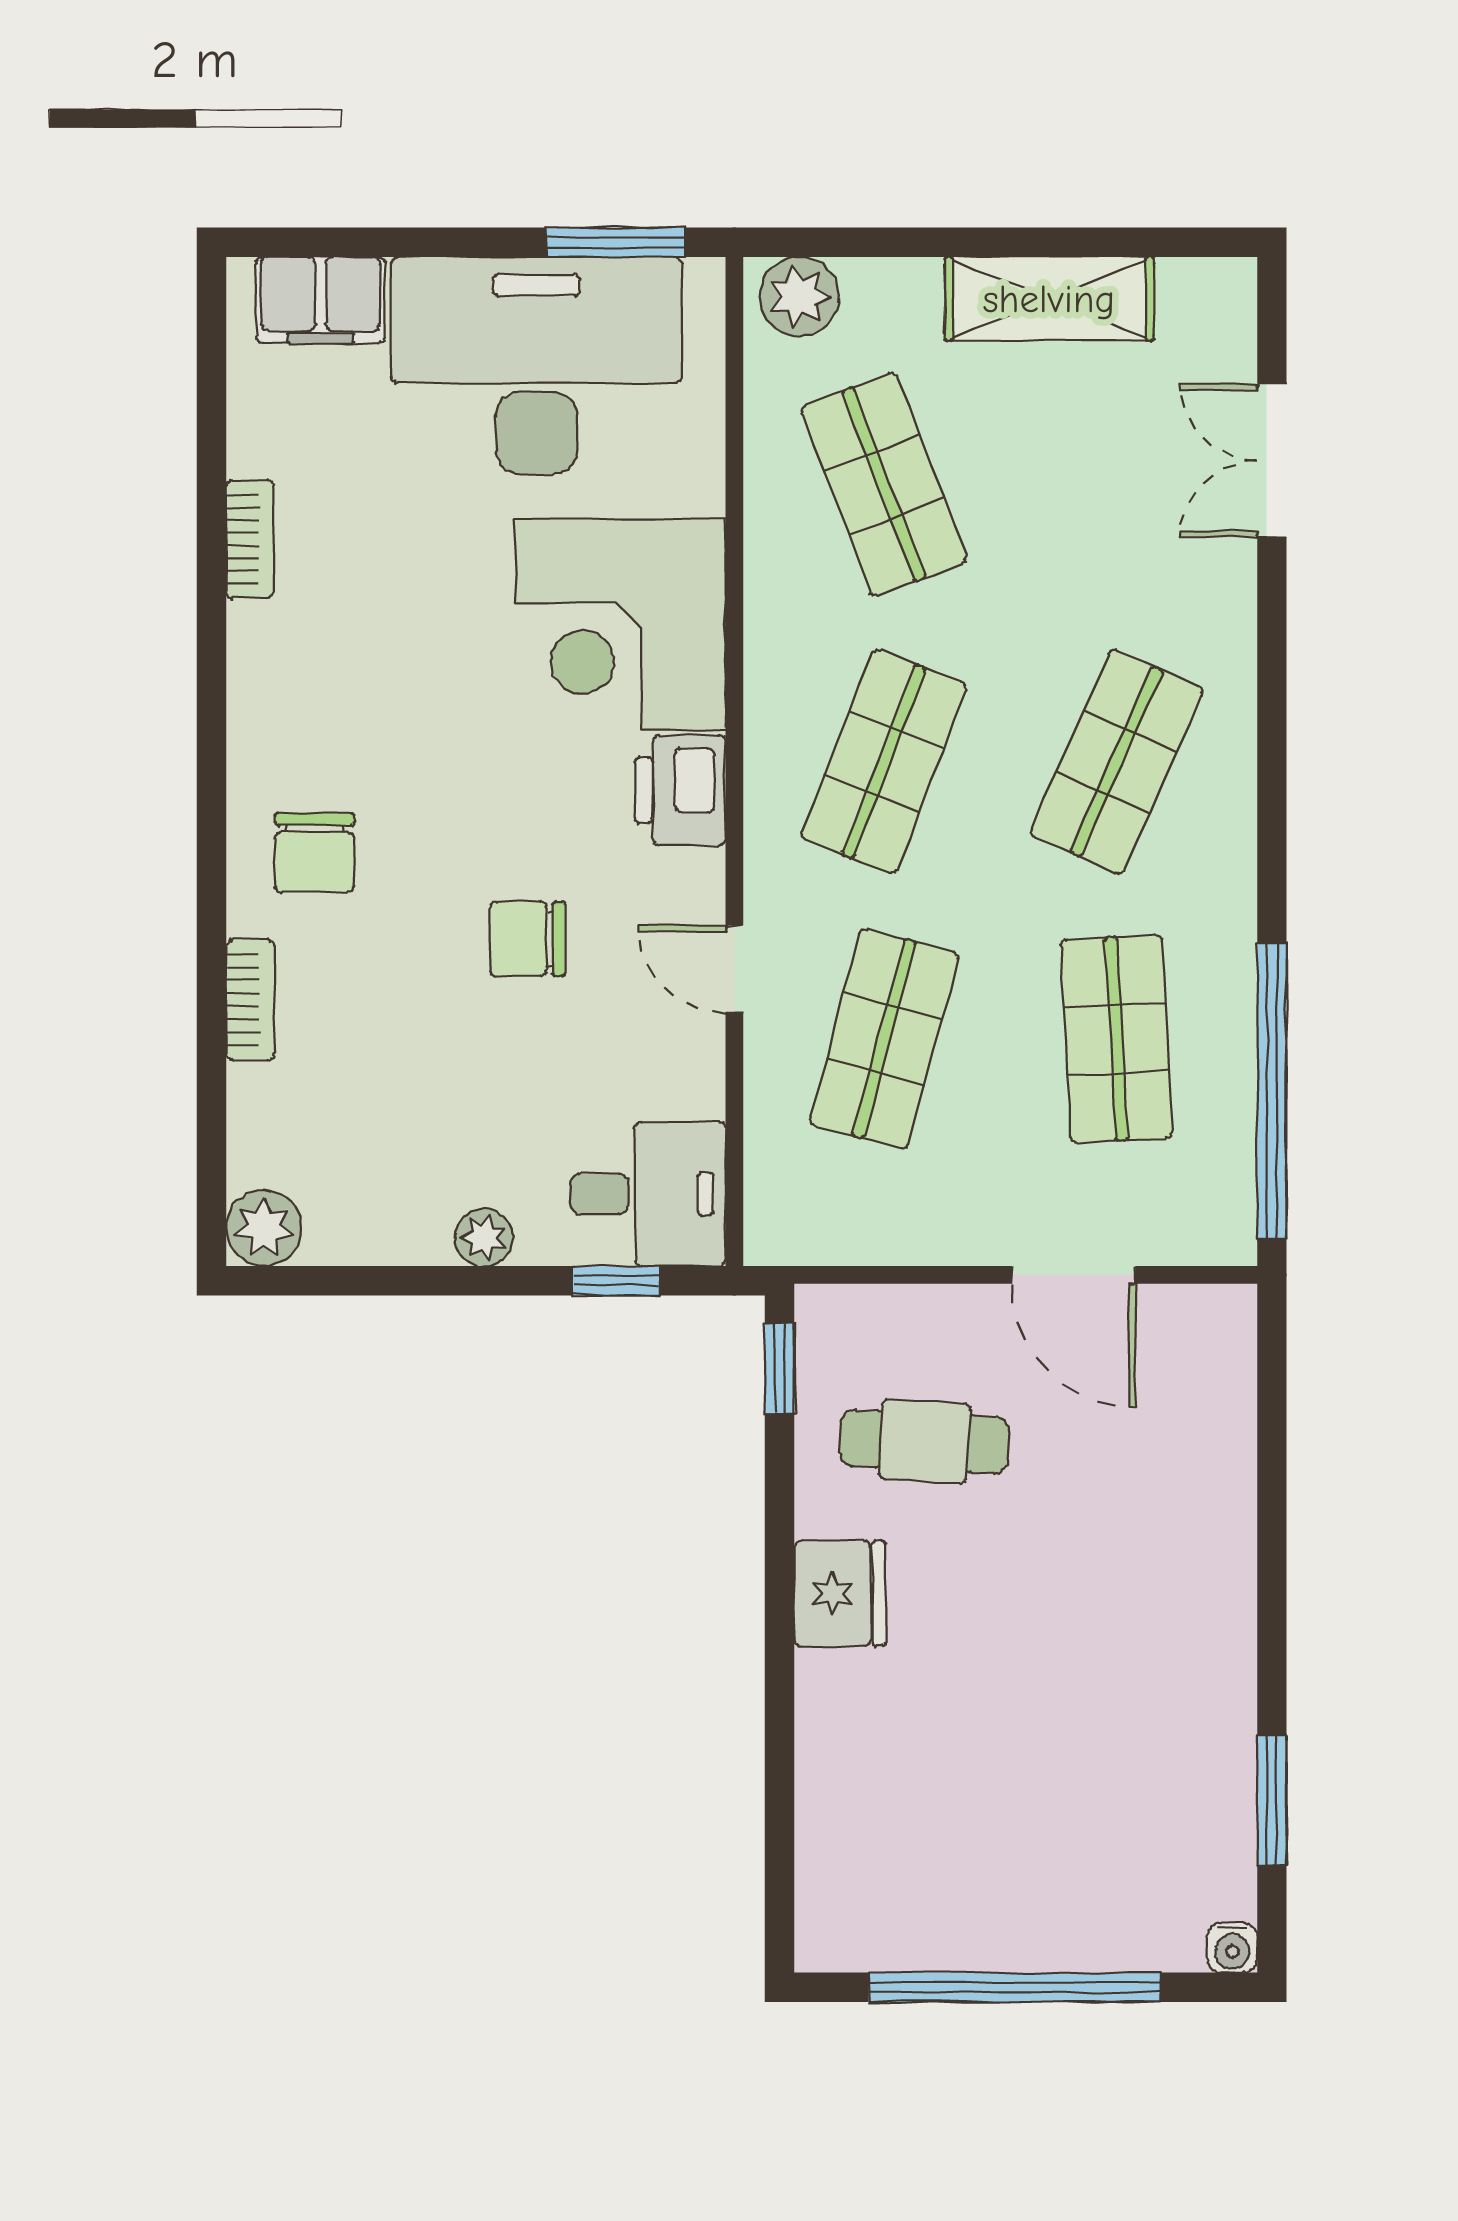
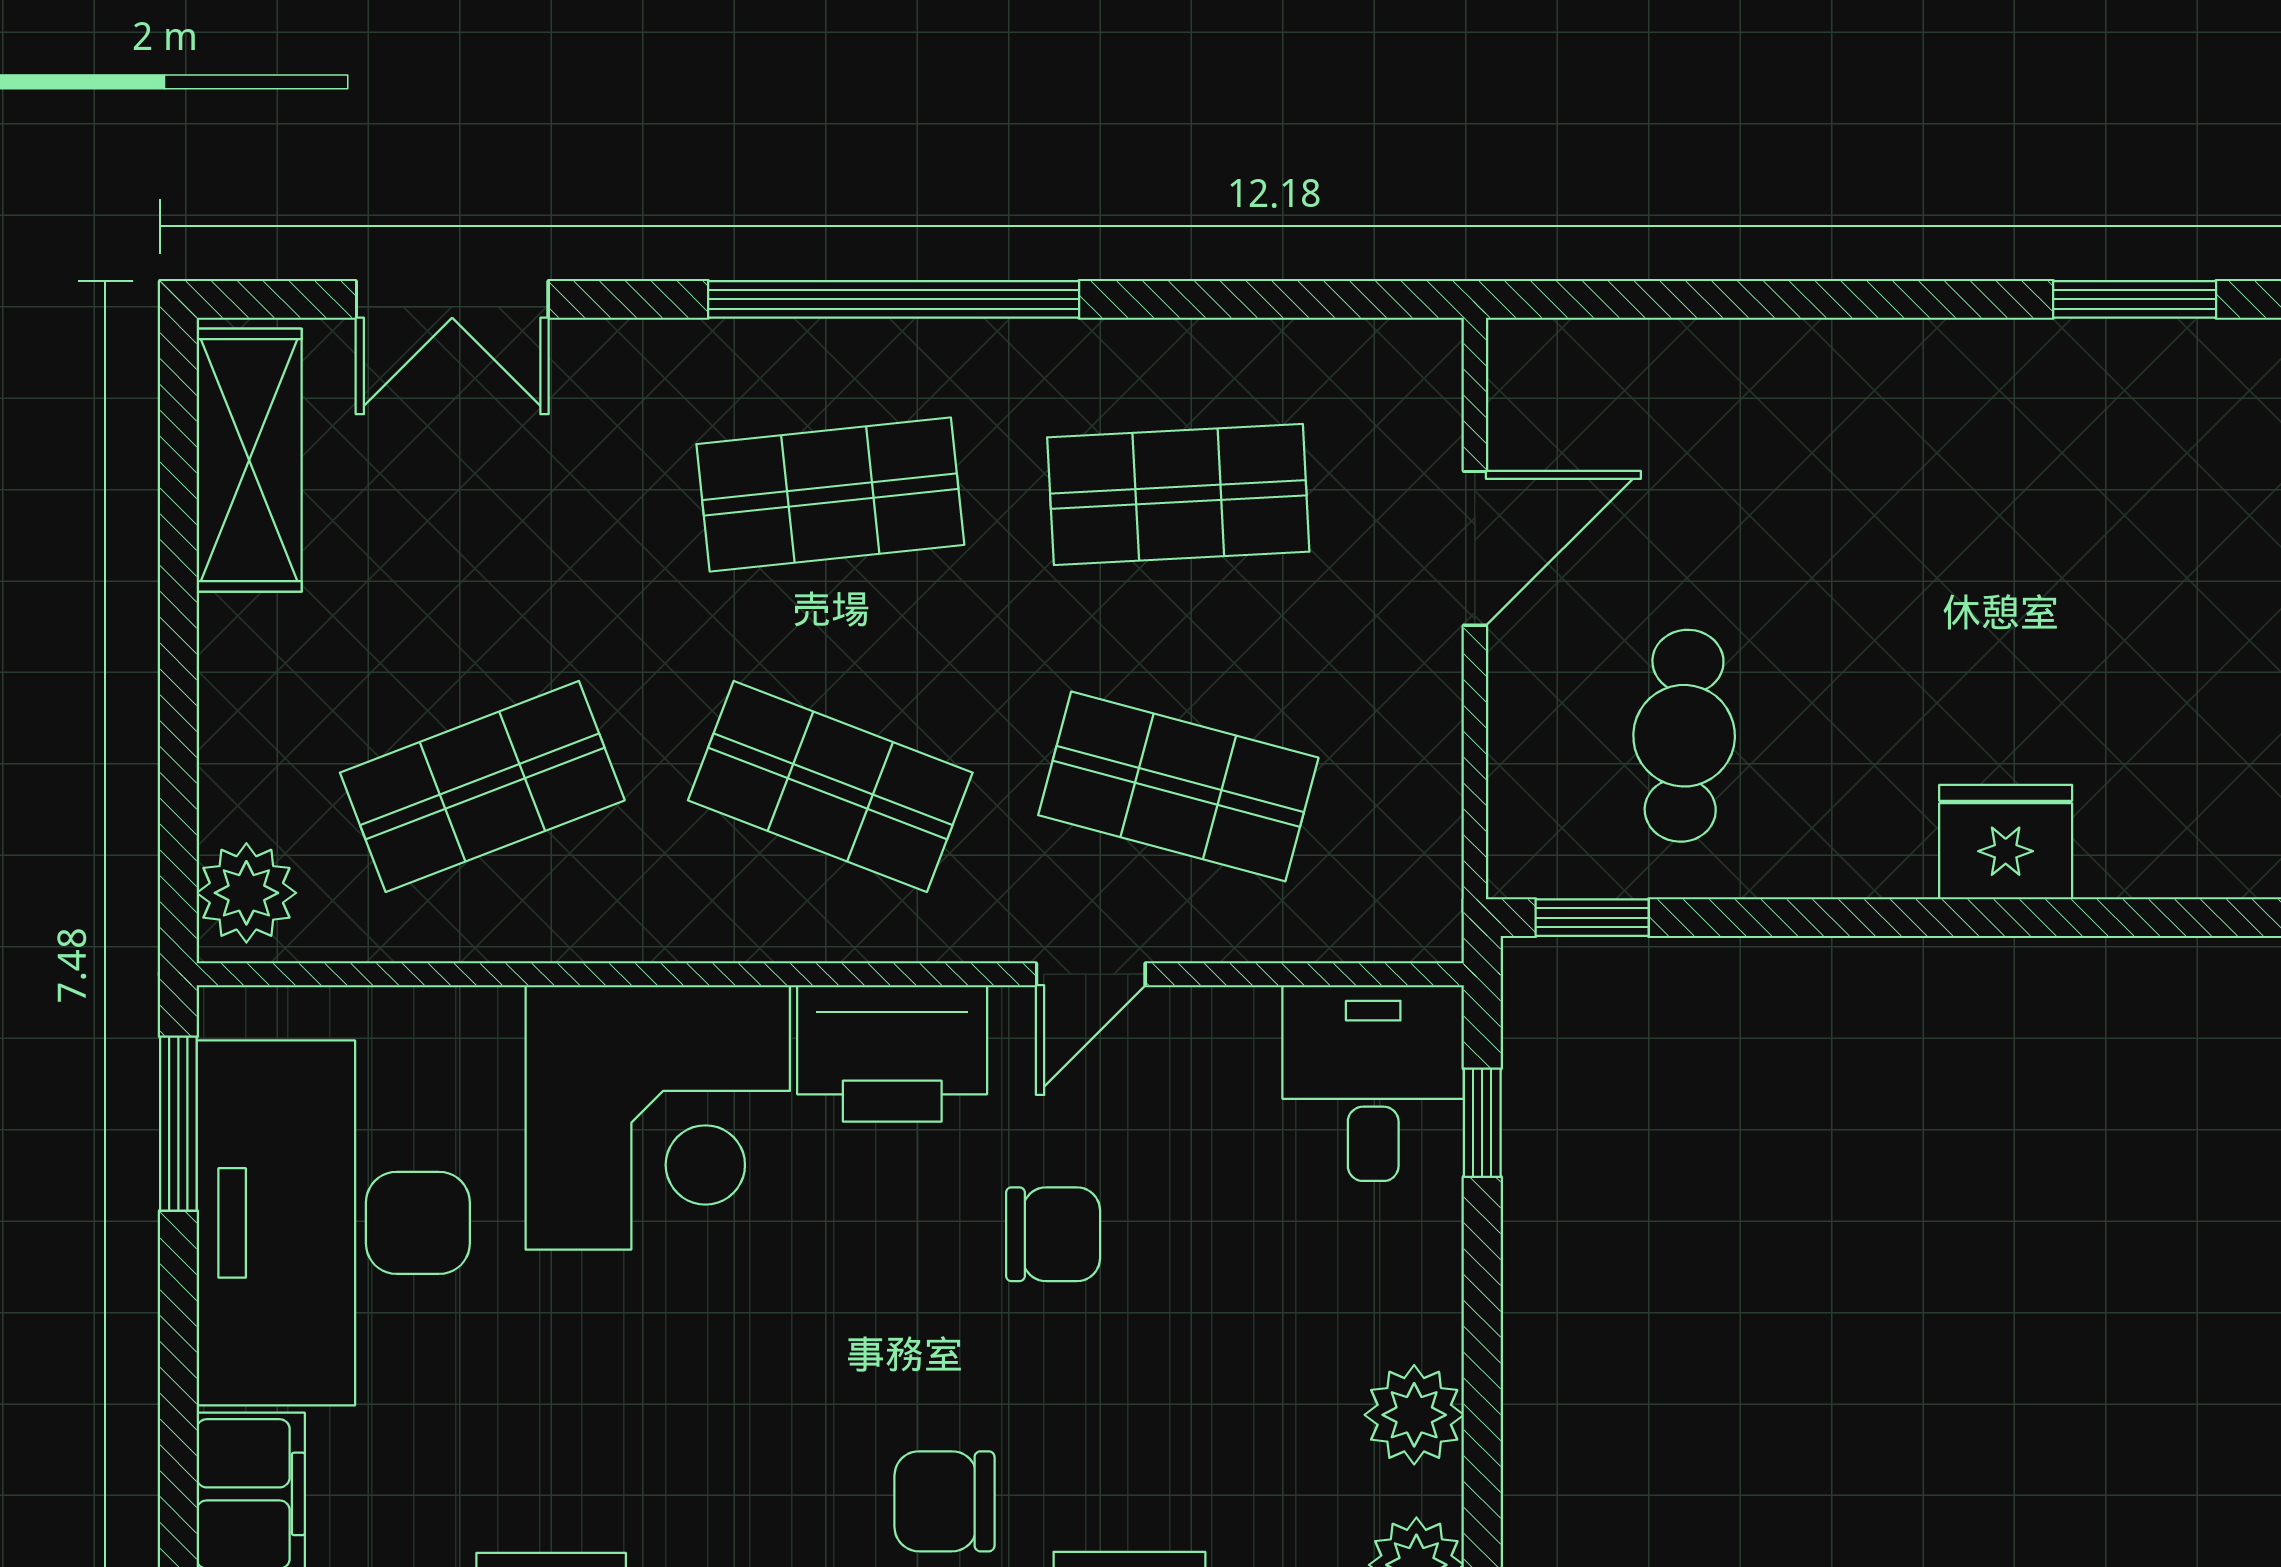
shelving: (1049, 299) -> (249, 460), moved
shop shelf: (1116, 762) -> (830, 494), turned -30
printer: (680, 790) -> (892, 1053), width x1.37, depth x1.19
chair: (315, 853) -> (945, 1501), turned 180
chair: (527, 939) -> (1053, 1234), turned -90
window: (1272, 1091) -> (894, 299), moved
plant: (484, 1237) -> (1414, 1415), moved, width x1.38, depth x1.38
fridge: (840, 1593) -> (2006, 842), moved

